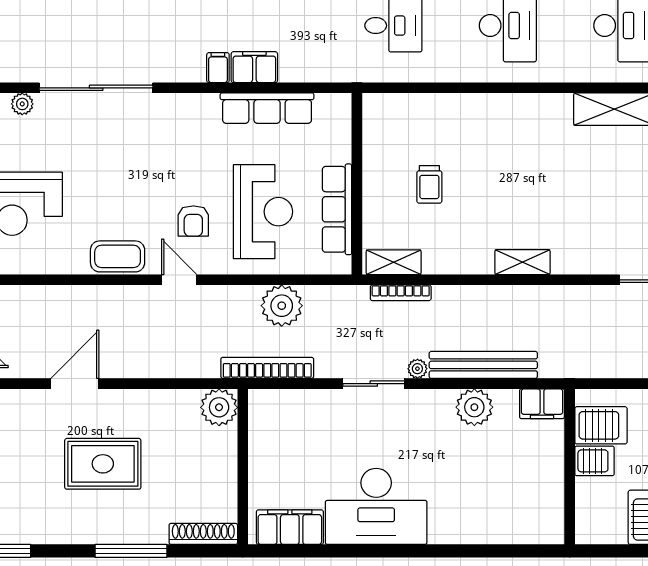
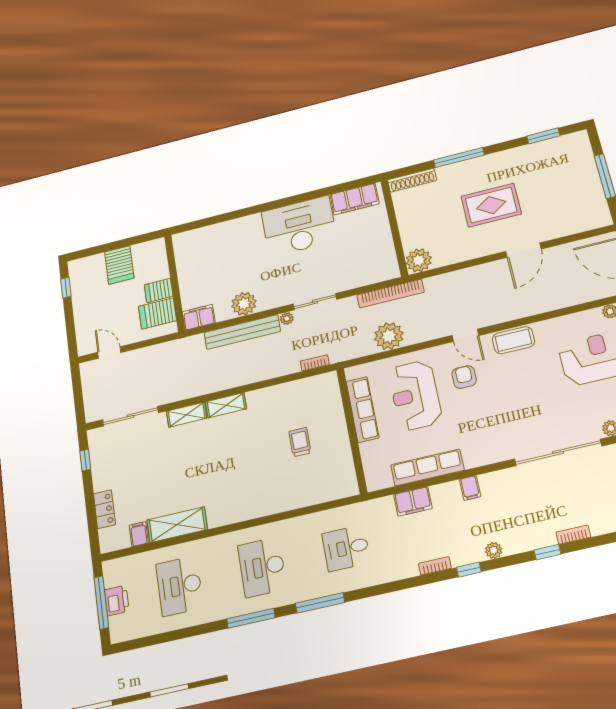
filing cabinet: (254, 67) -> (413, 501), moved
shelving: (394, 262) -> (187, 415), moved
bookcase: (401, 293) -> (315, 363), width x0.64

